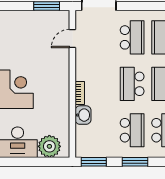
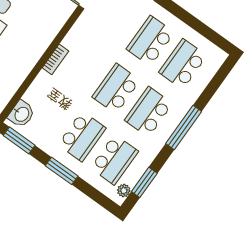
school desk: (132, 37) -> (150, 41), turned 180
washbasin: (83, 115) -> (21, 114), moved

